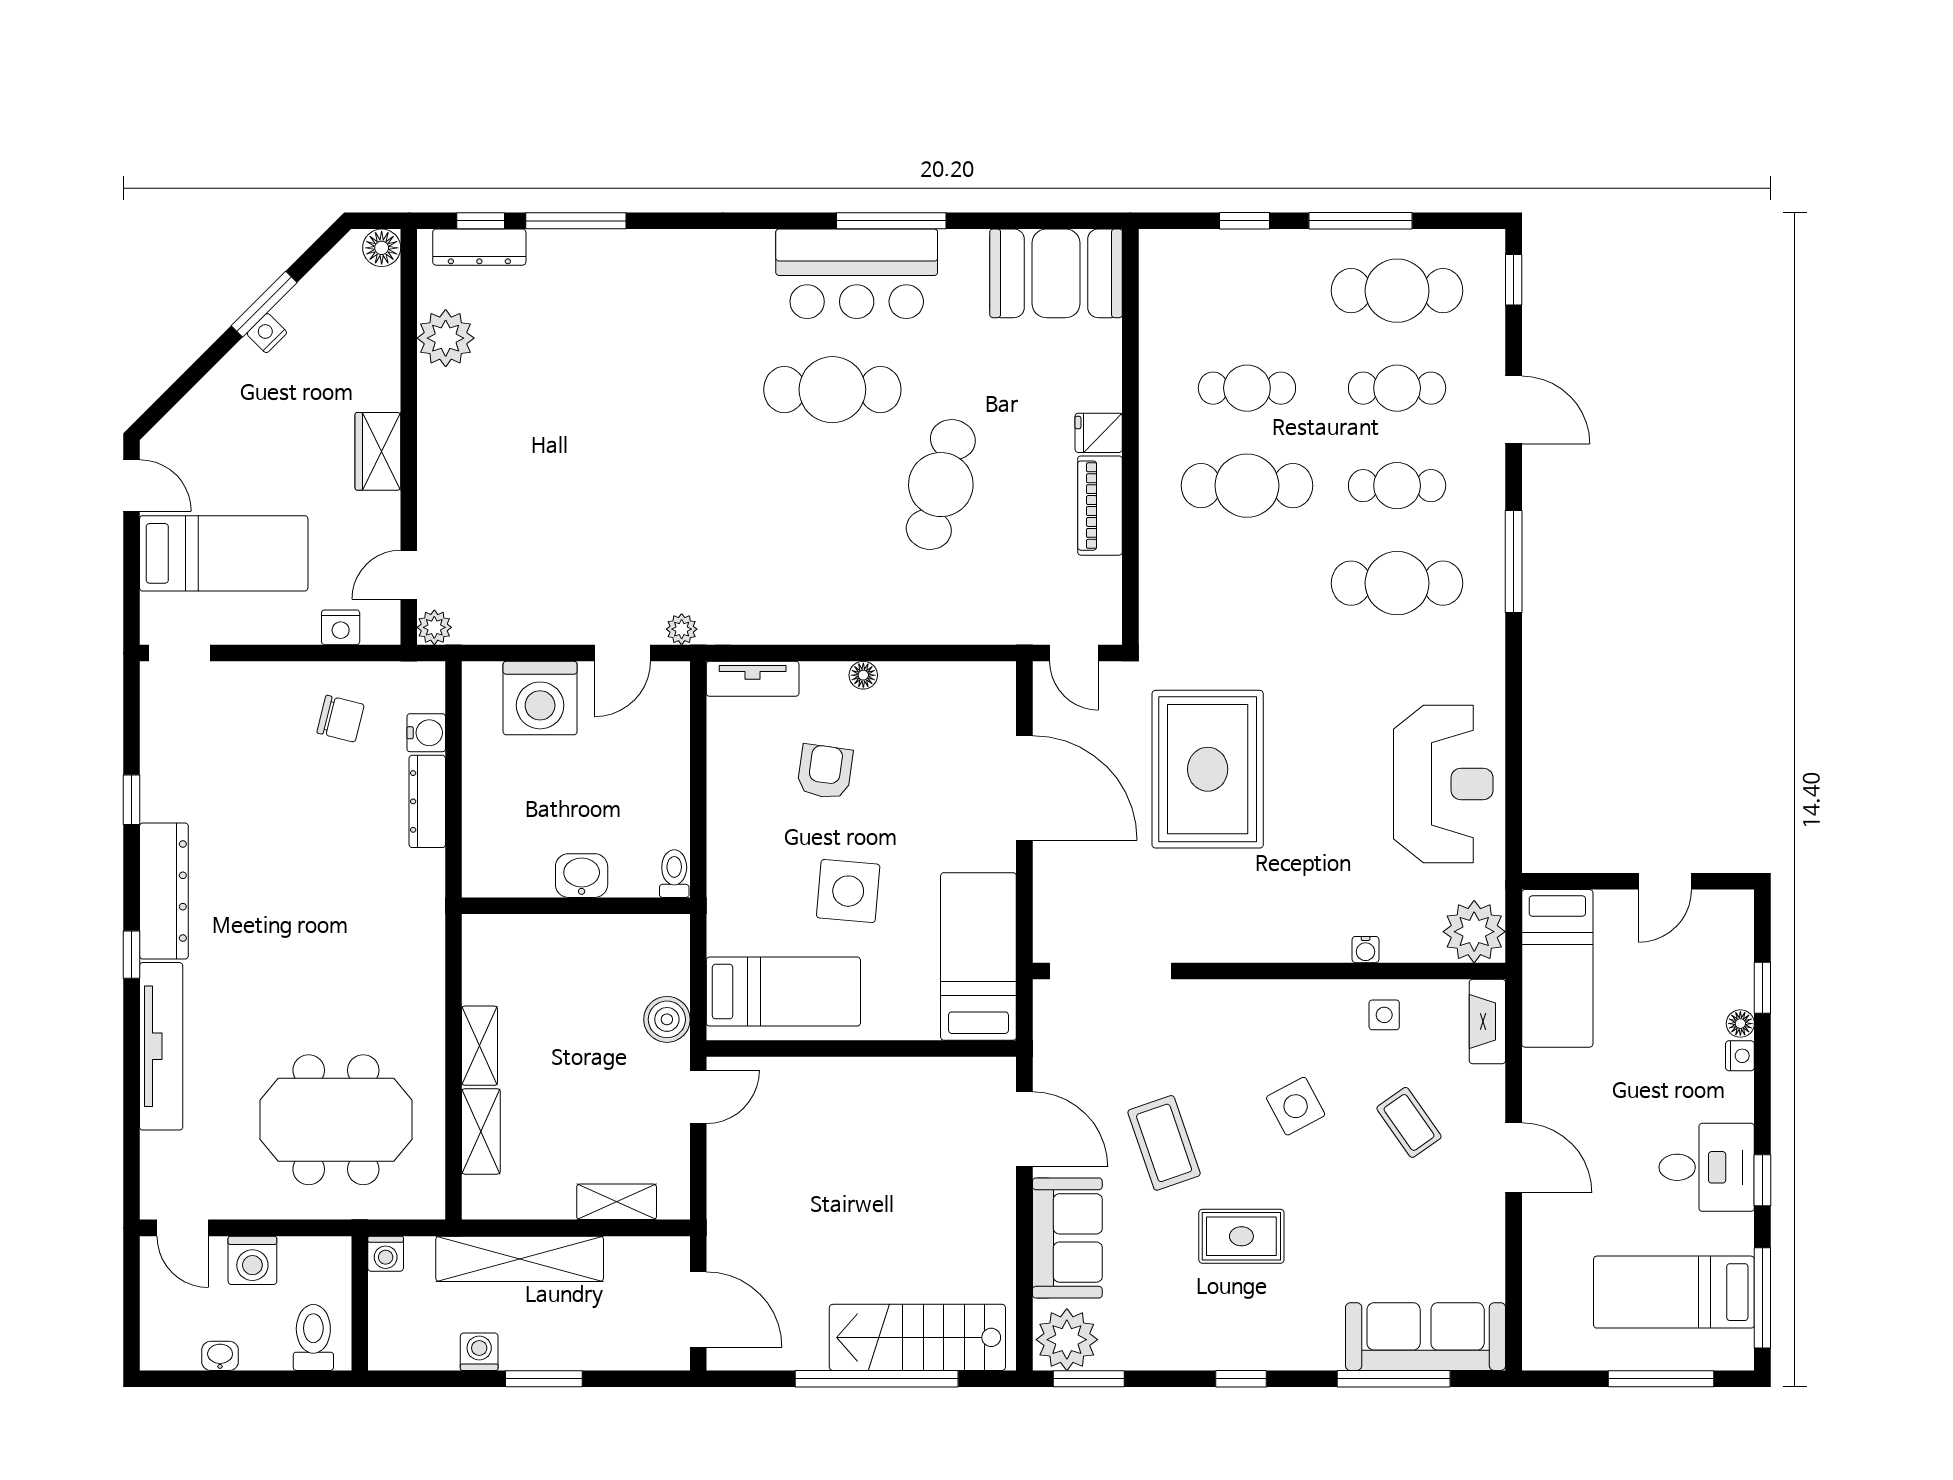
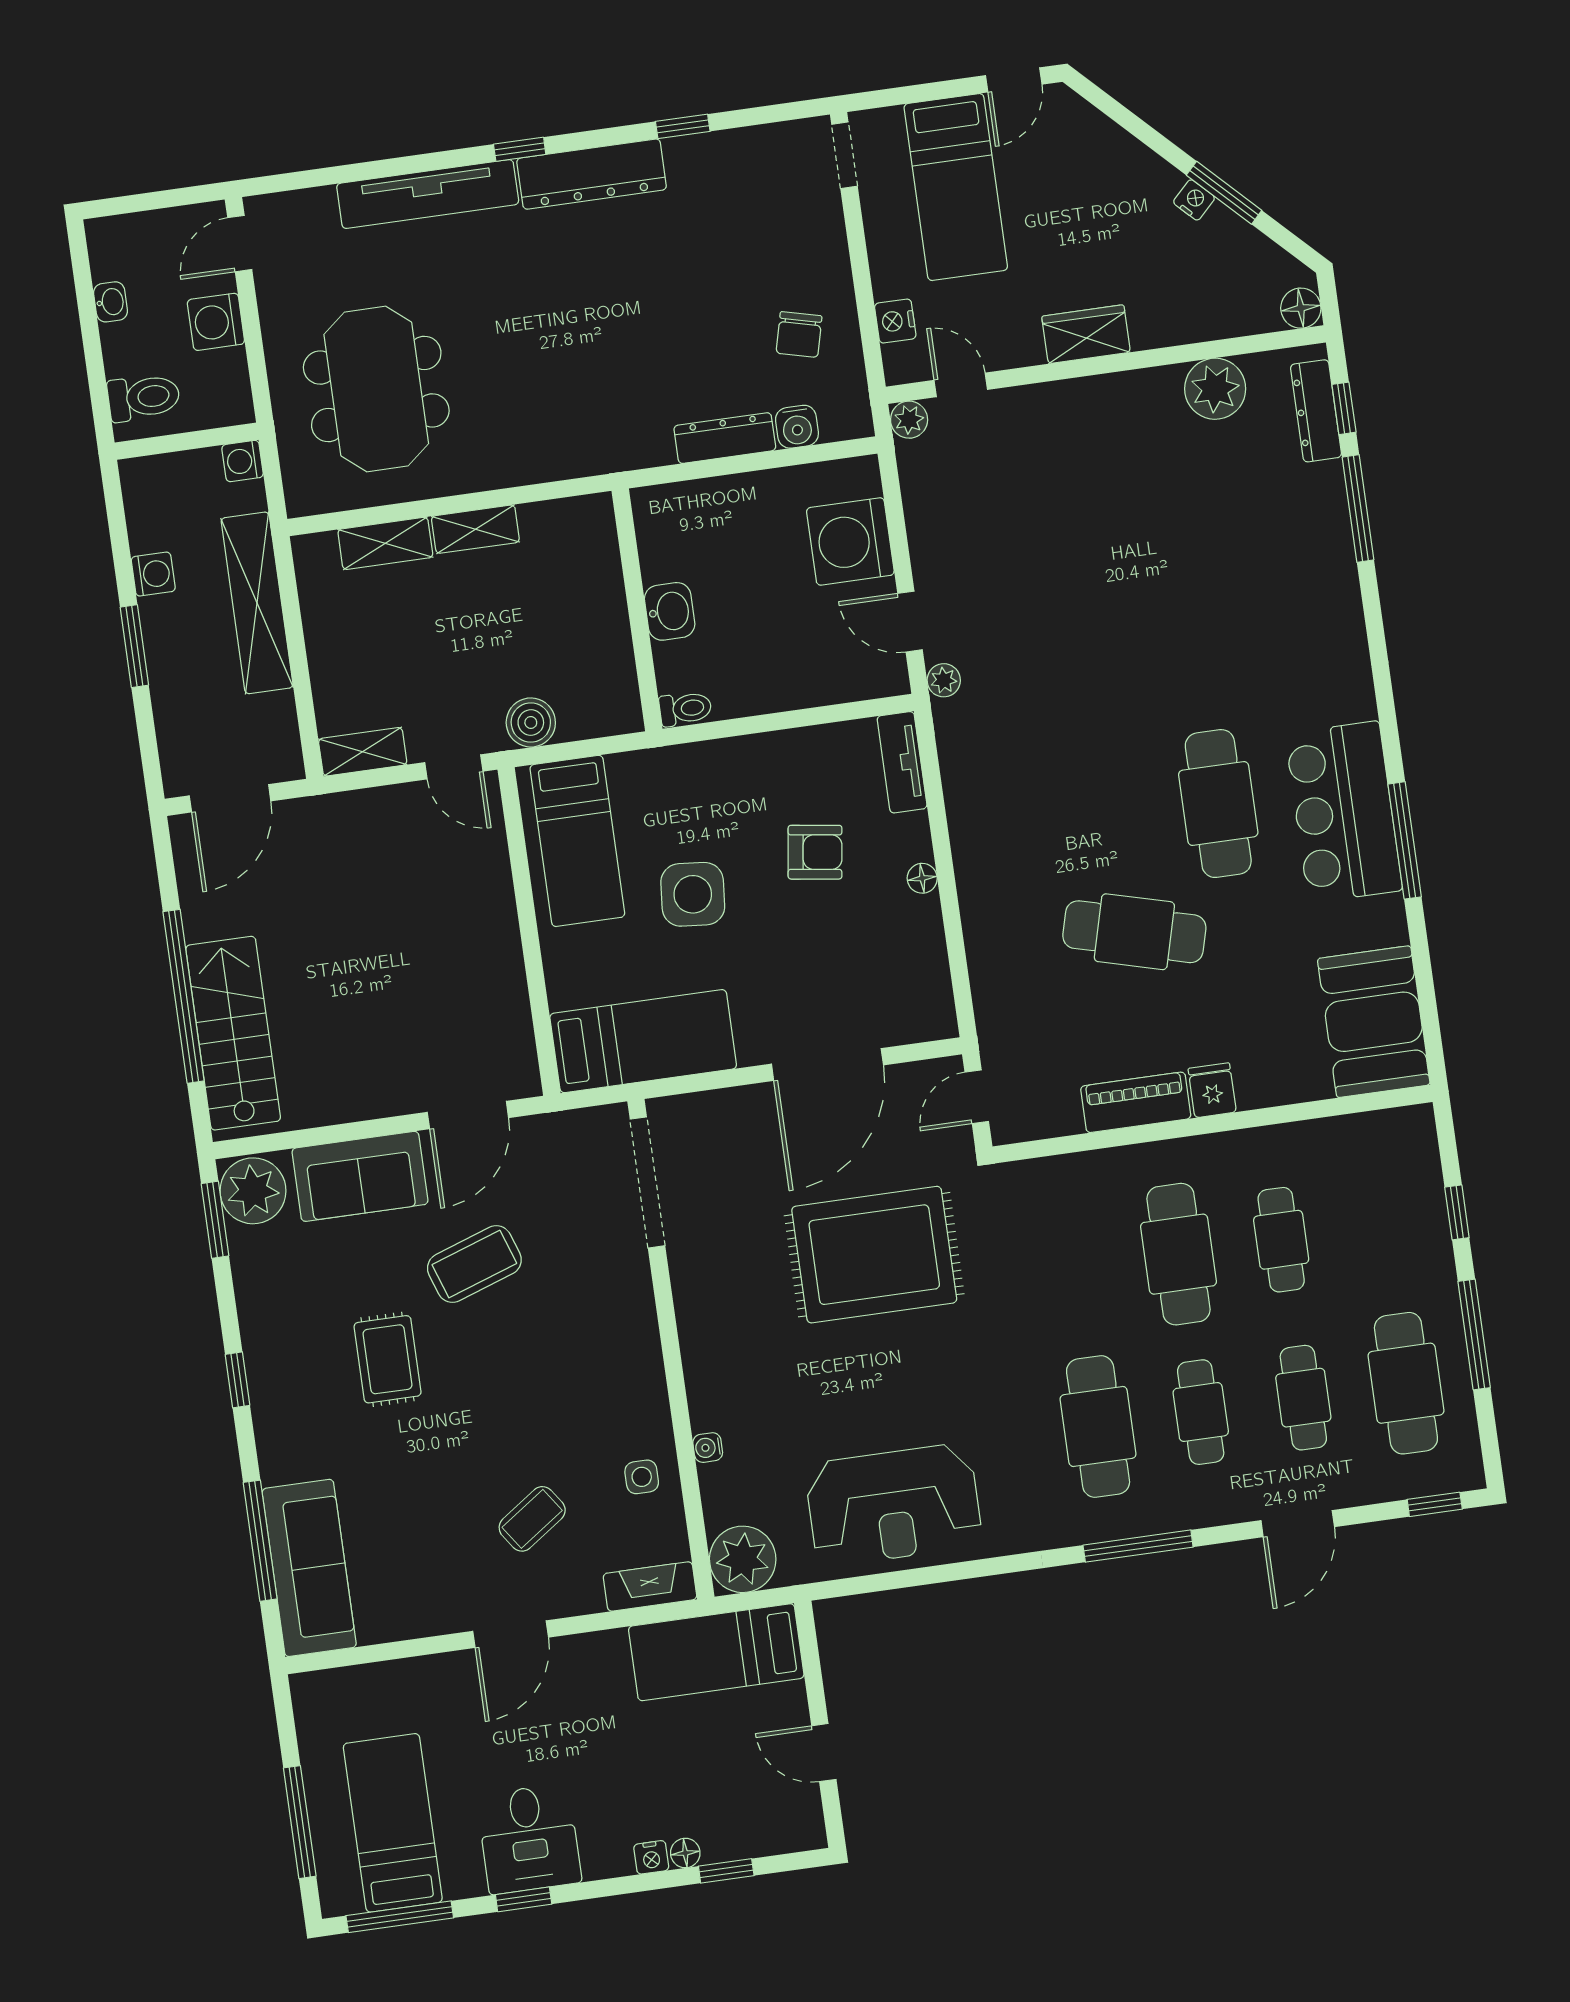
side table: (1296, 1106) -> (533, 1397), removed
shelving: (617, 1202) -> (363, 752), moved, turned 90

